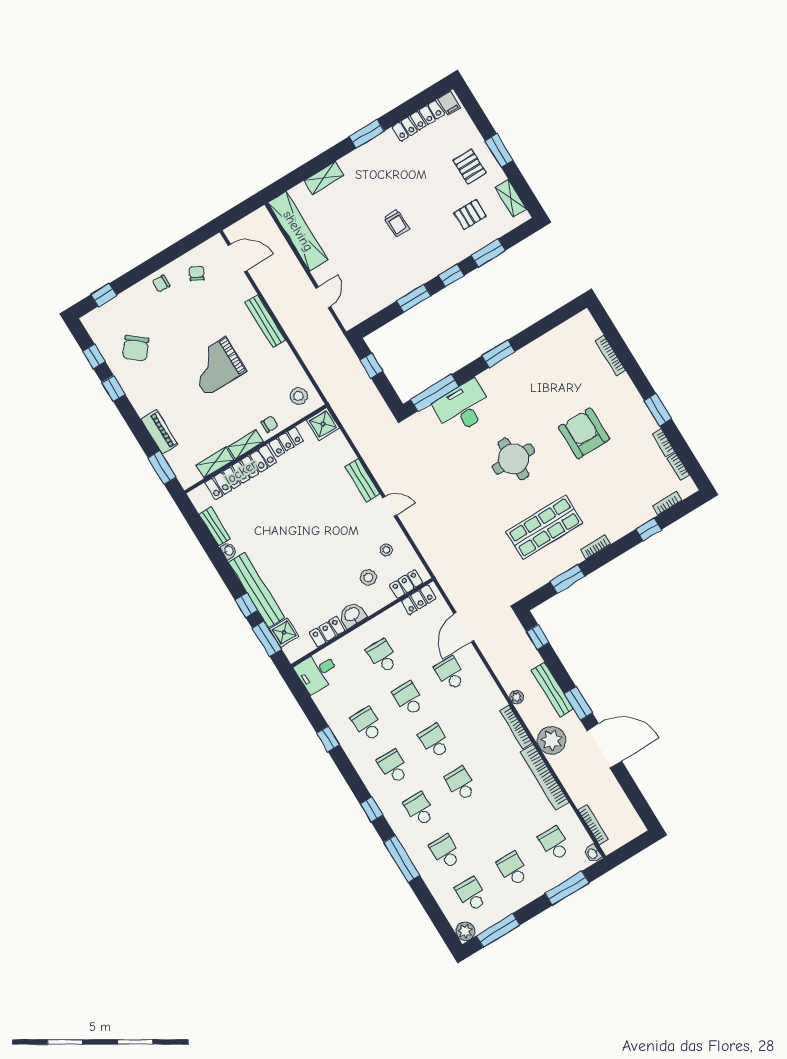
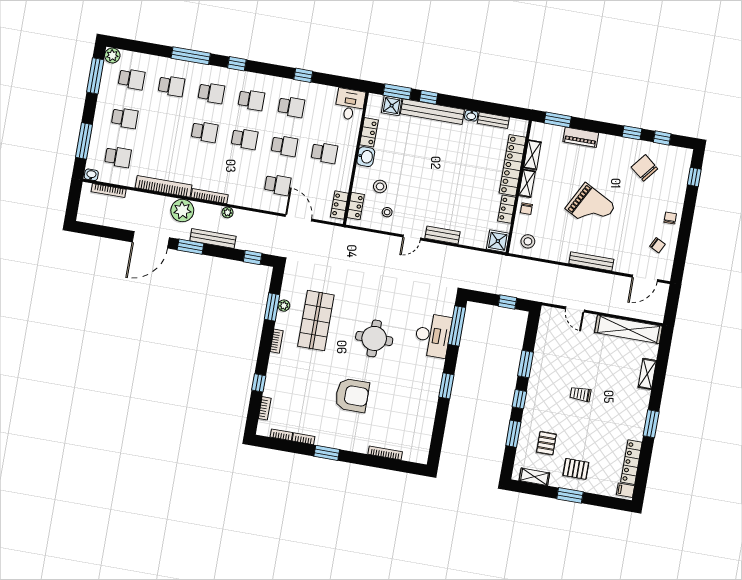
grand piano: (216, 366) -> (590, 207), turned 118
plant: (557, 569) -> (284, 306), added

